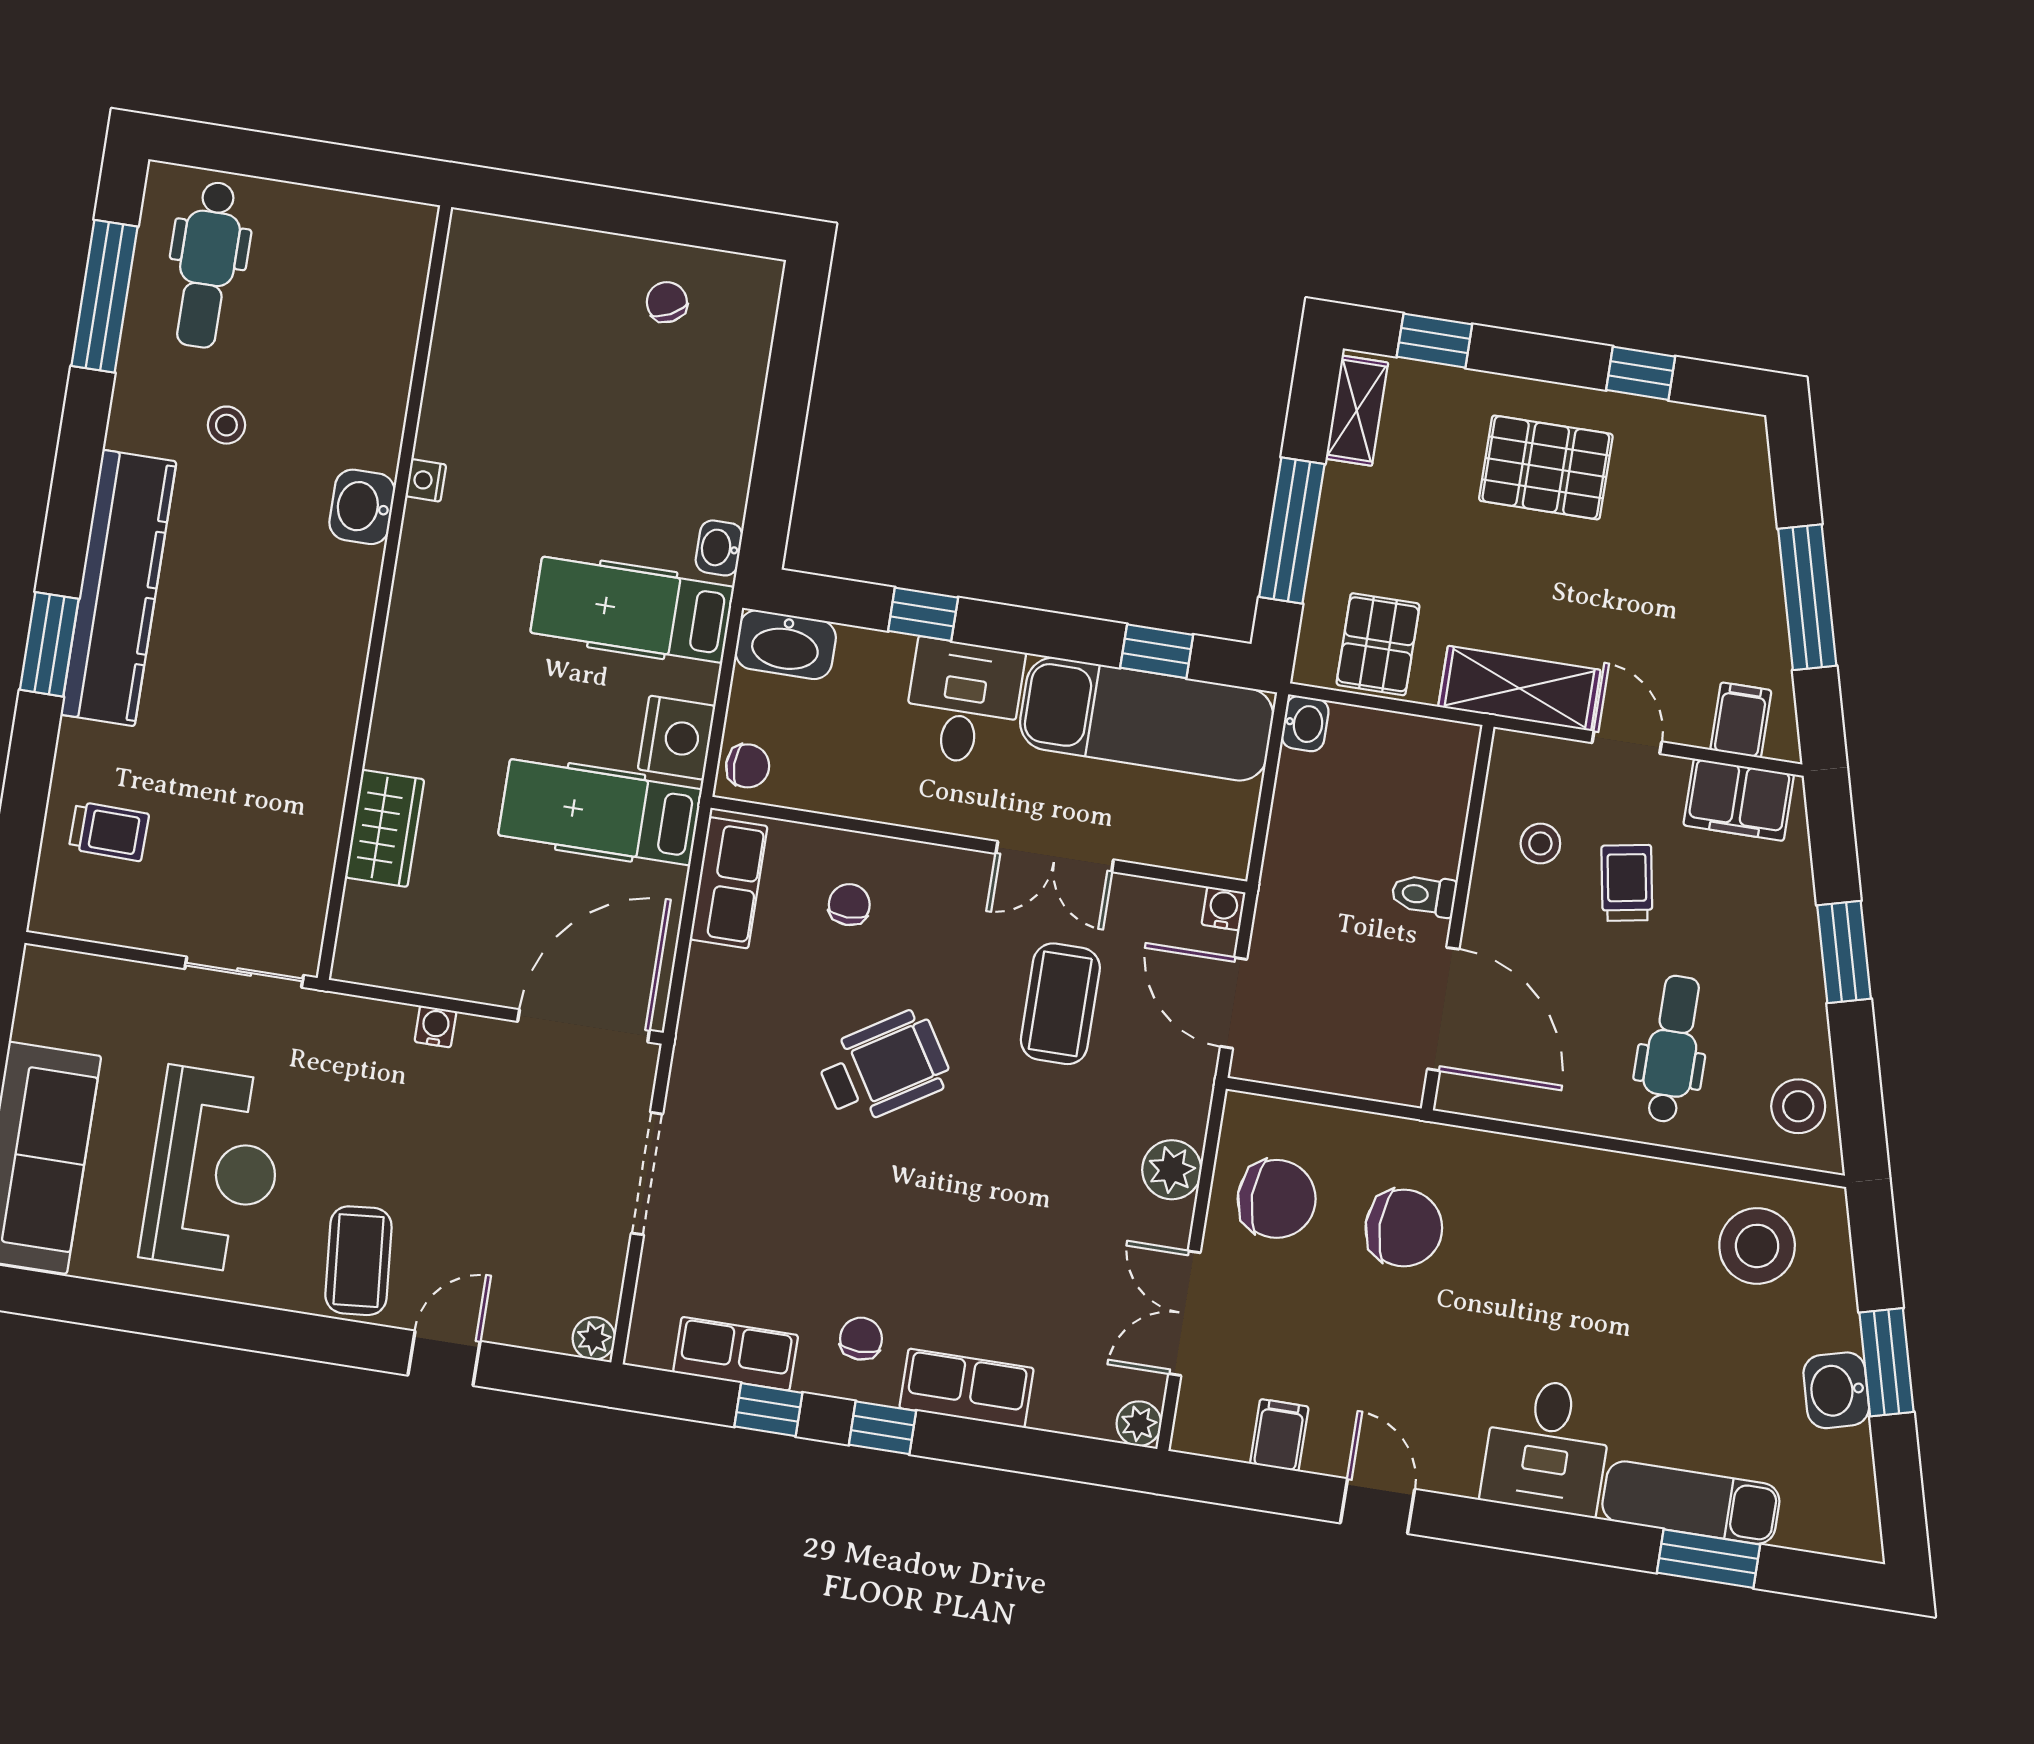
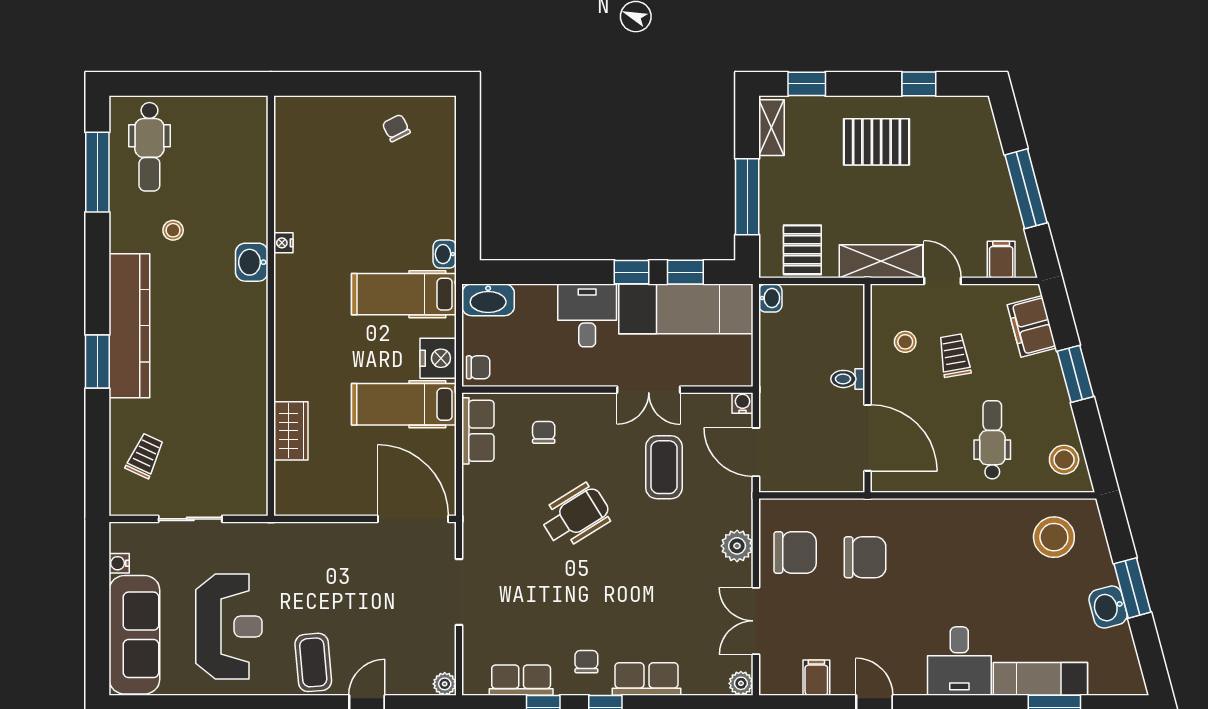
window: (923, 614) -> (632, 272), moved
filing cabinet: (1739, 800) -> (1032, 326), moved, turned 75
trolley: (109, 831) -> (145, 456), turned -66
sliding door: (244, 972) -> (190, 519), moved
door: (584, 1026) -> (413, 519), hinge flipped
water cooler: (435, 1027) -> (119, 563), moved, turned -90

